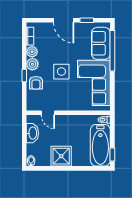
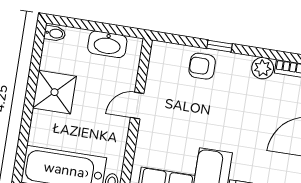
plant: (32, 64) -> (239, 65), removed
side table: (61, 72) -> (216, 118), removed
door: (48, 113) -> (137, 106), moved

